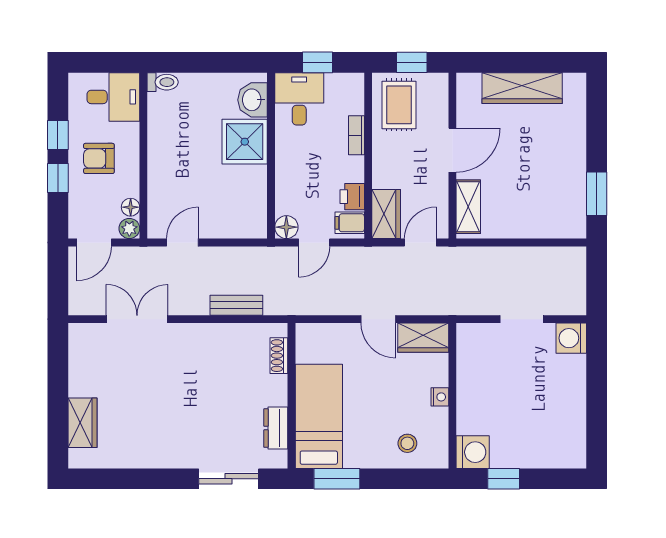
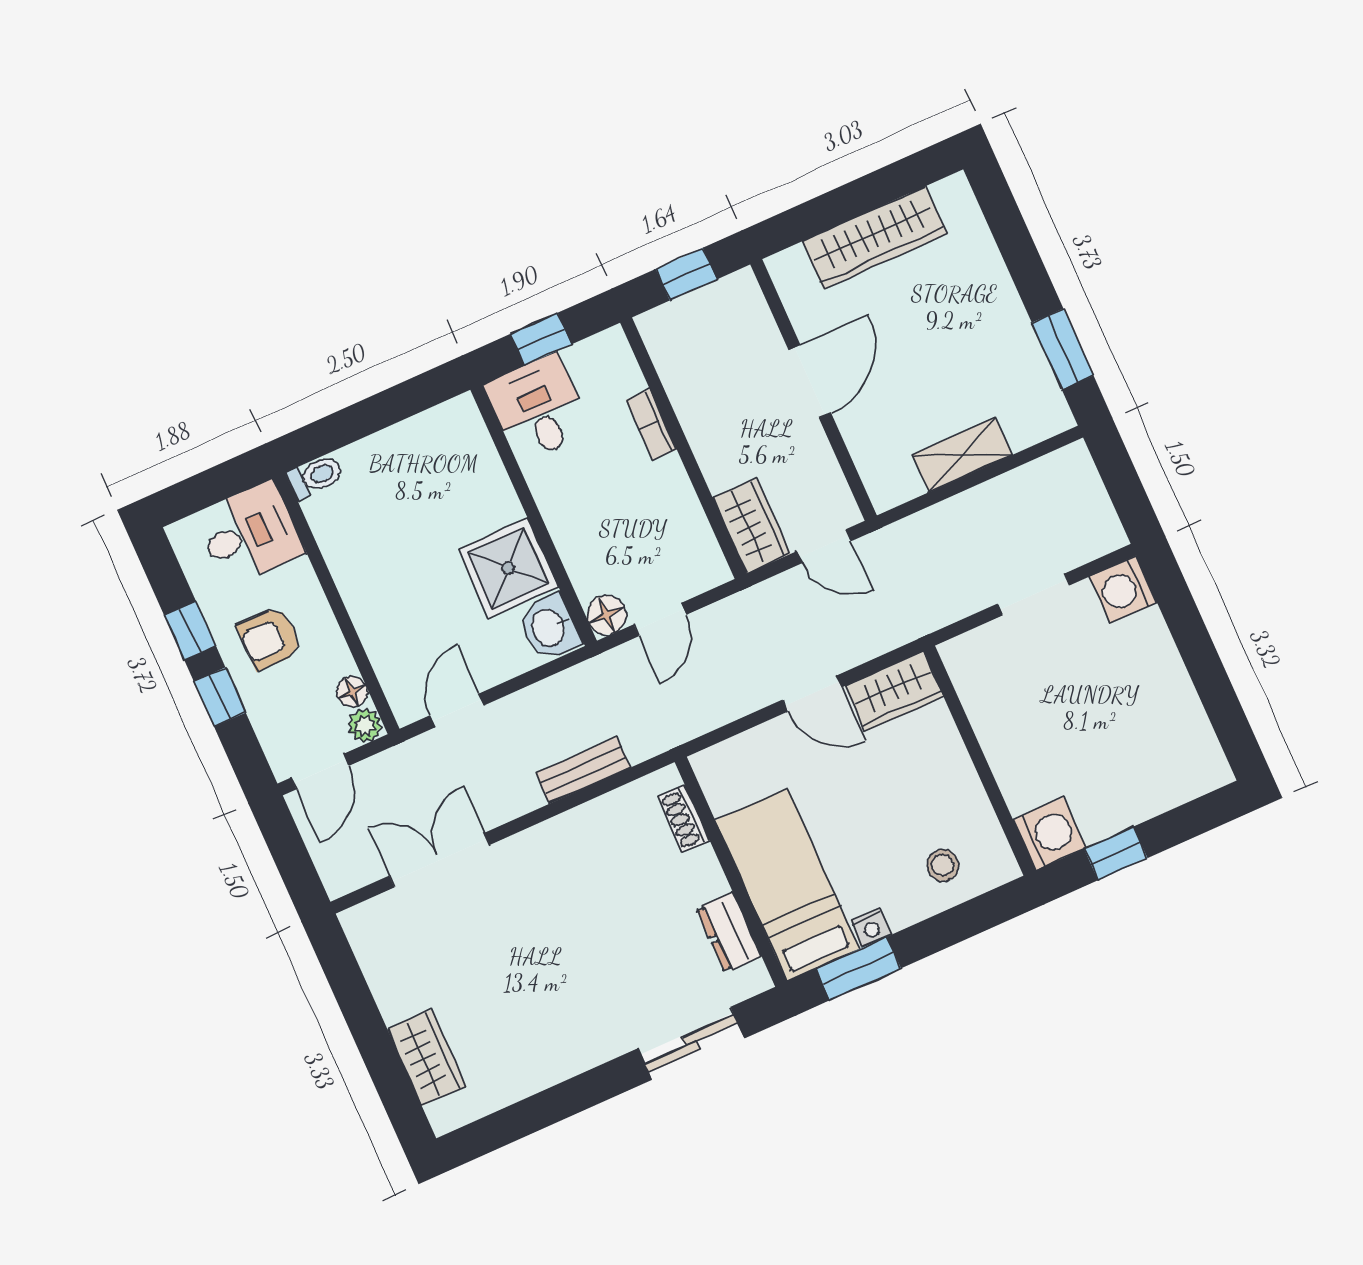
washbasin: (253, 100) -> (549, 627), moved
rug: (399, 105) -> (696, 348), removed
shower: (245, 142) -> (508, 568), moved
printer: (352, 197) -> (687, 522), removed
shelving: (468, 207) -> (962, 455), moved, turned 90
filing cabinet: (350, 223) -> (701, 565), removed
door: (420, 243) -> (824, 546), swing flipped
nightstand: (440, 397) -> (871, 928), moved, turned 90

